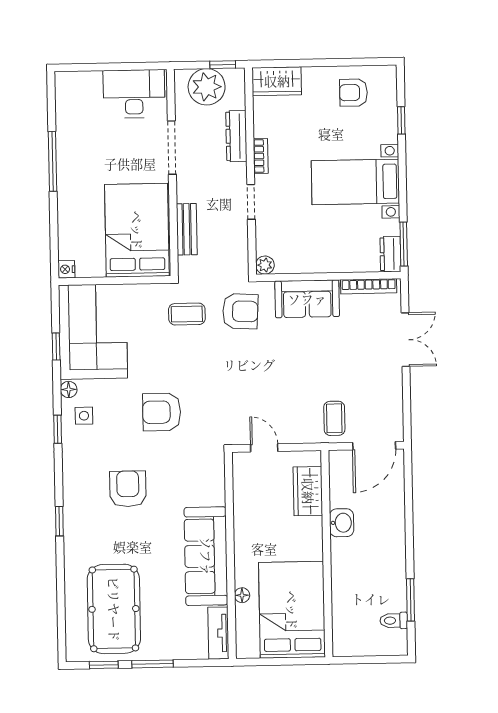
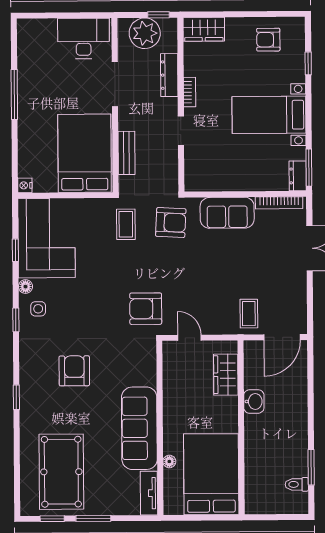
plant: (265, 265) -> (192, 184), removed
coffee table: (187, 314) -> (126, 224), turned 90
armchair: (162, 412) -> (146, 309), moved

